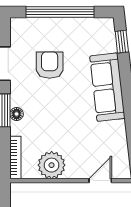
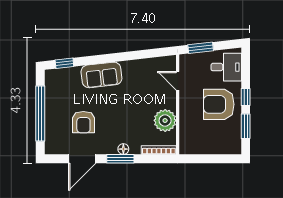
armchair: (50, 65) -> (83, 122), turned -90
sofa: (107, 87) -> (101, 75), width x0.73

